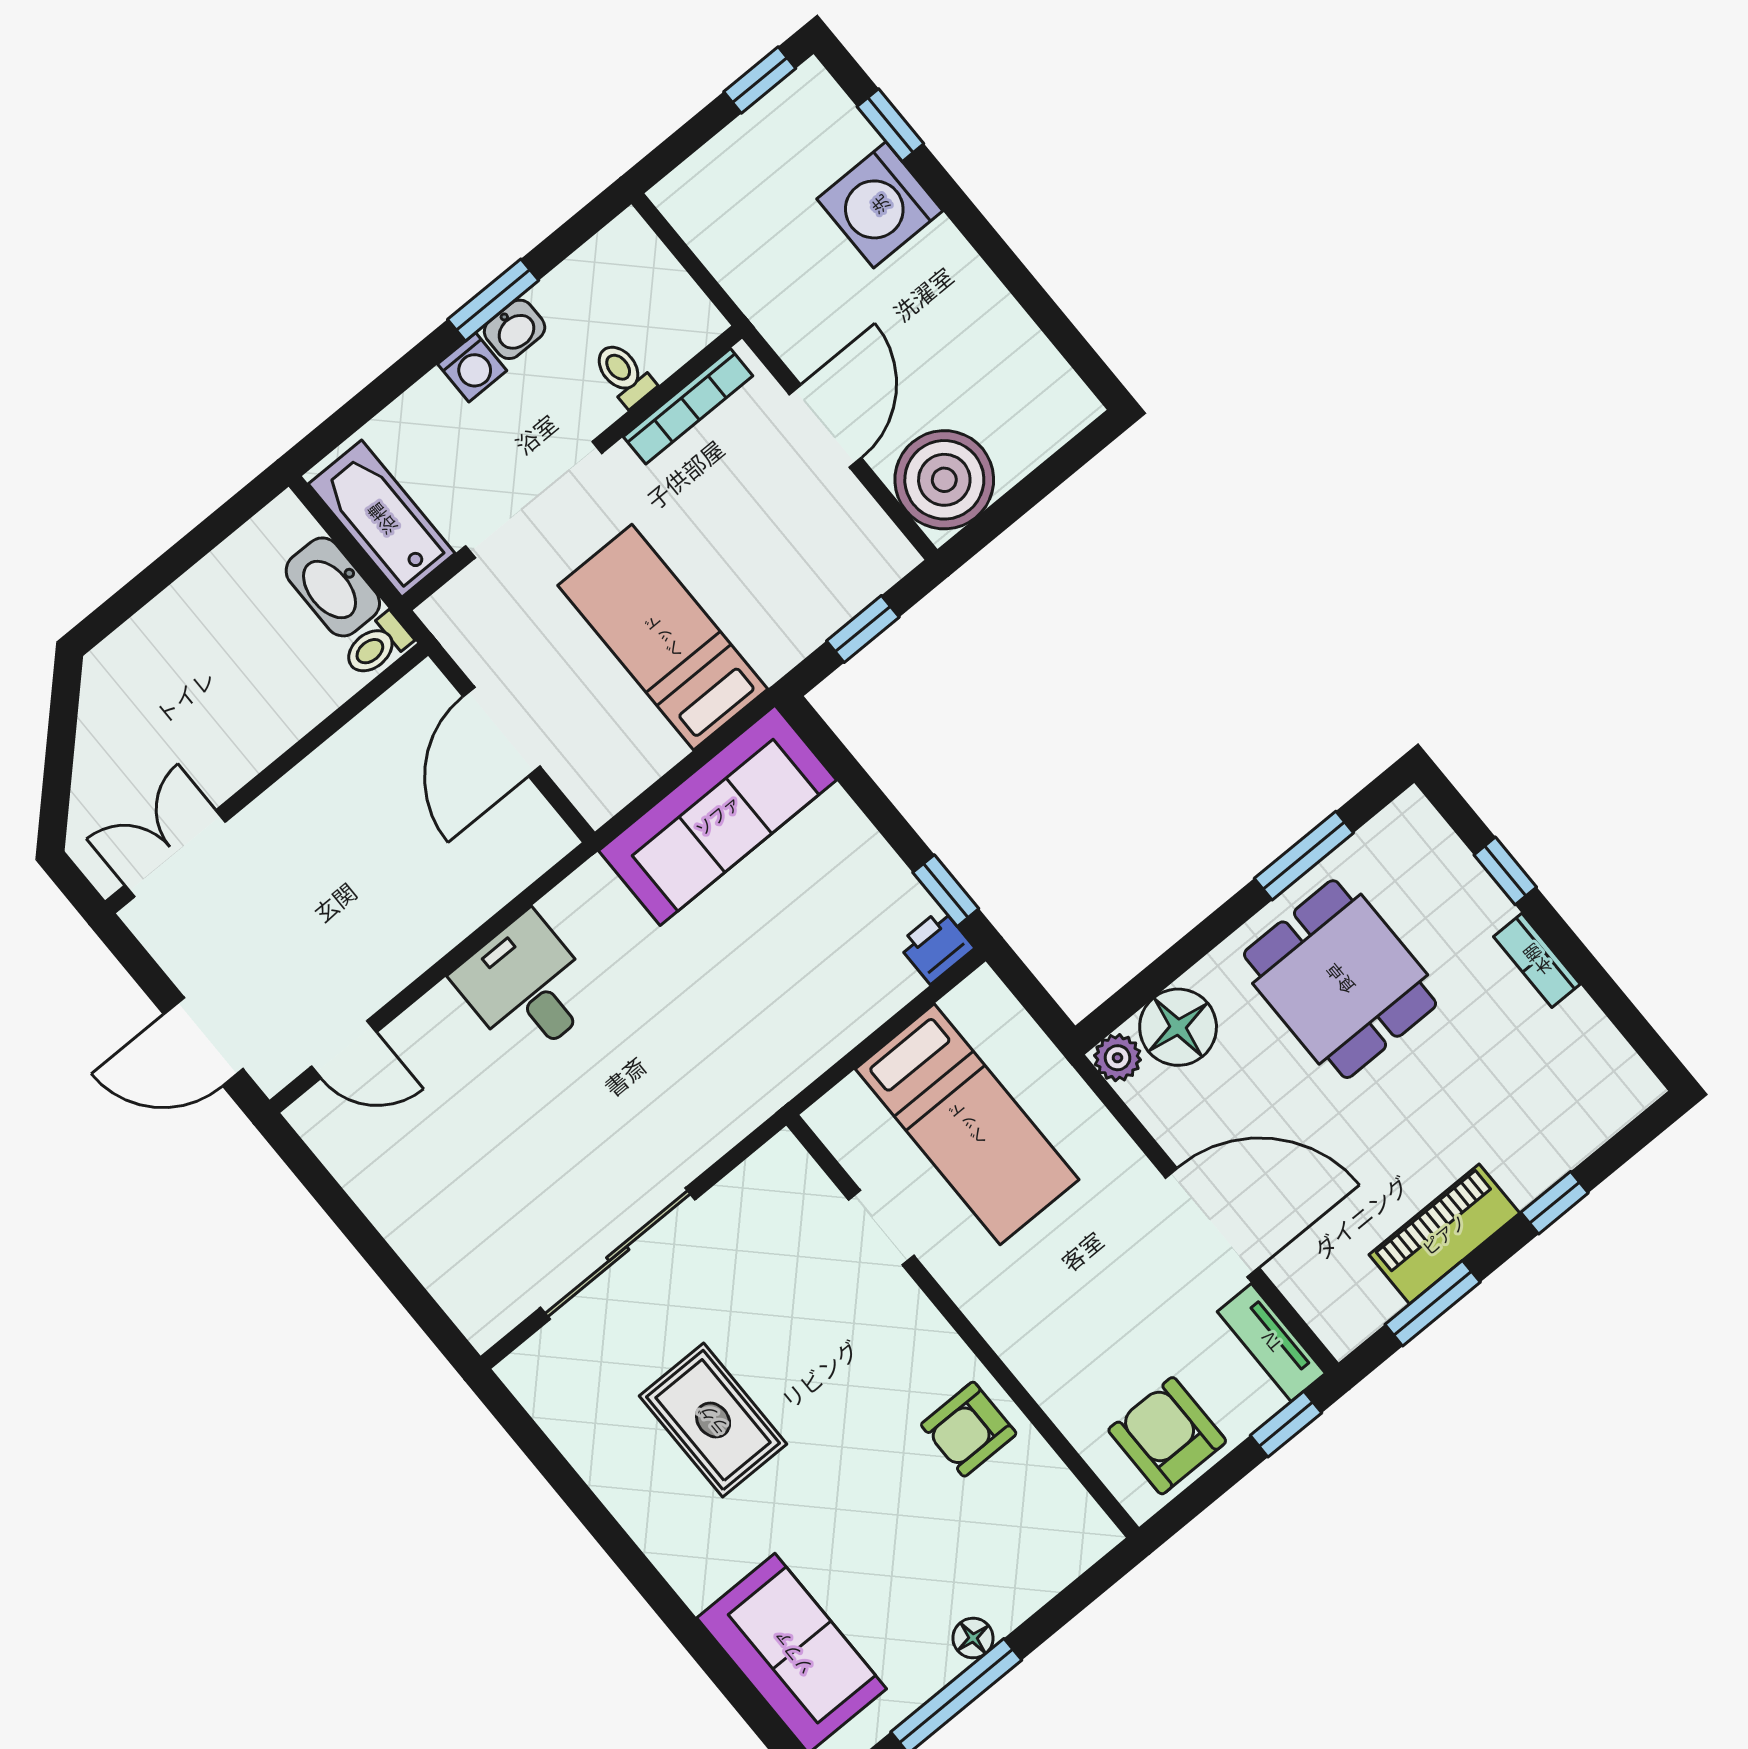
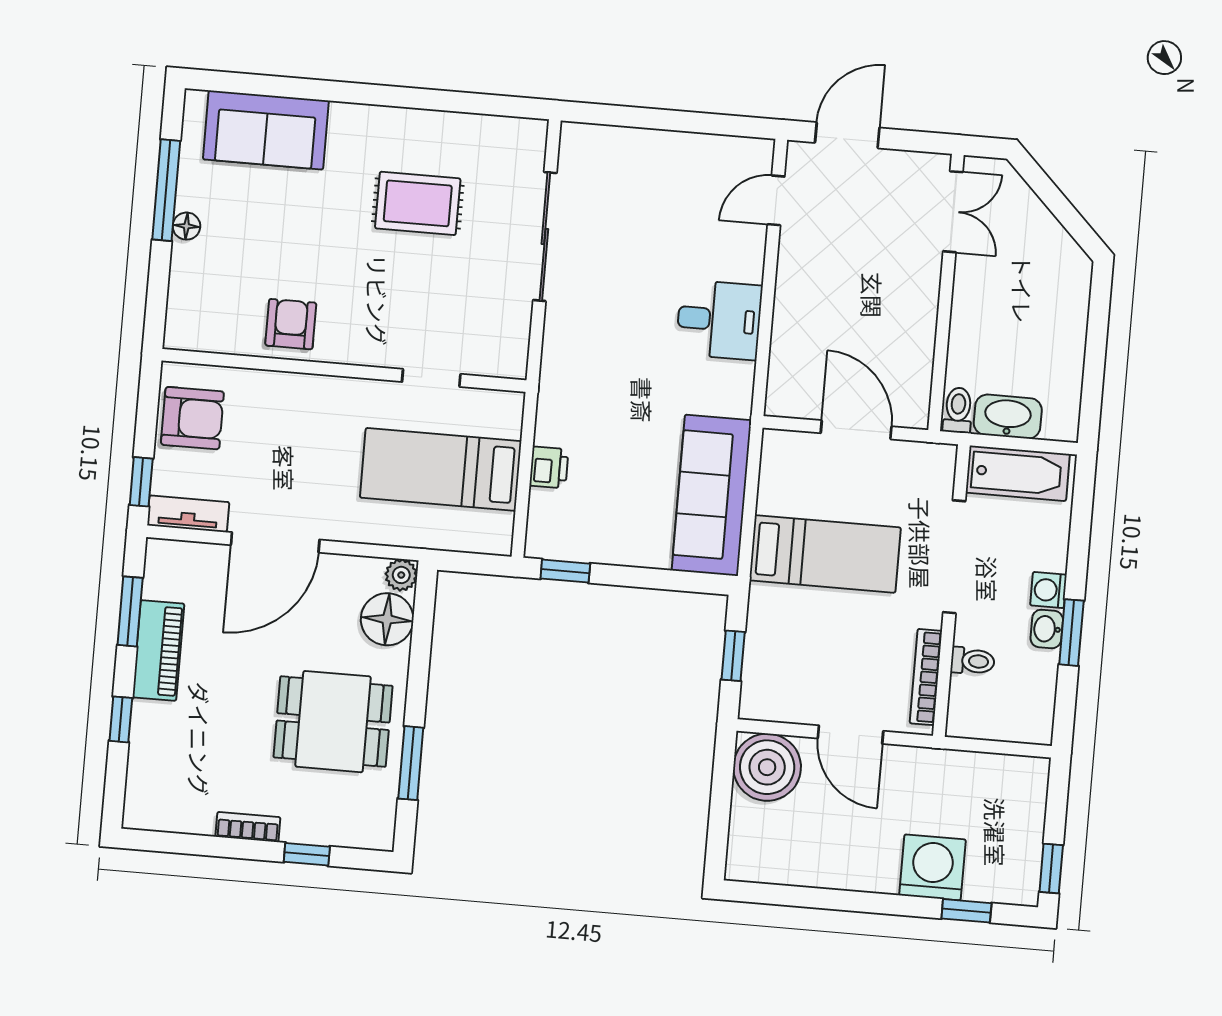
printer: (936, 946) -> (549, 467), moved

